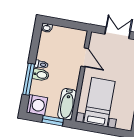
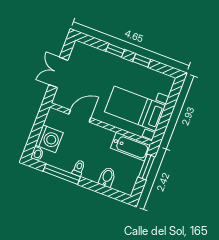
bidet: (41, 75) -> (107, 177), moved
window: (29, 79) -> (62, 174), moved
washing machine: (37, 105) -> (49, 139), moved, turned 90

